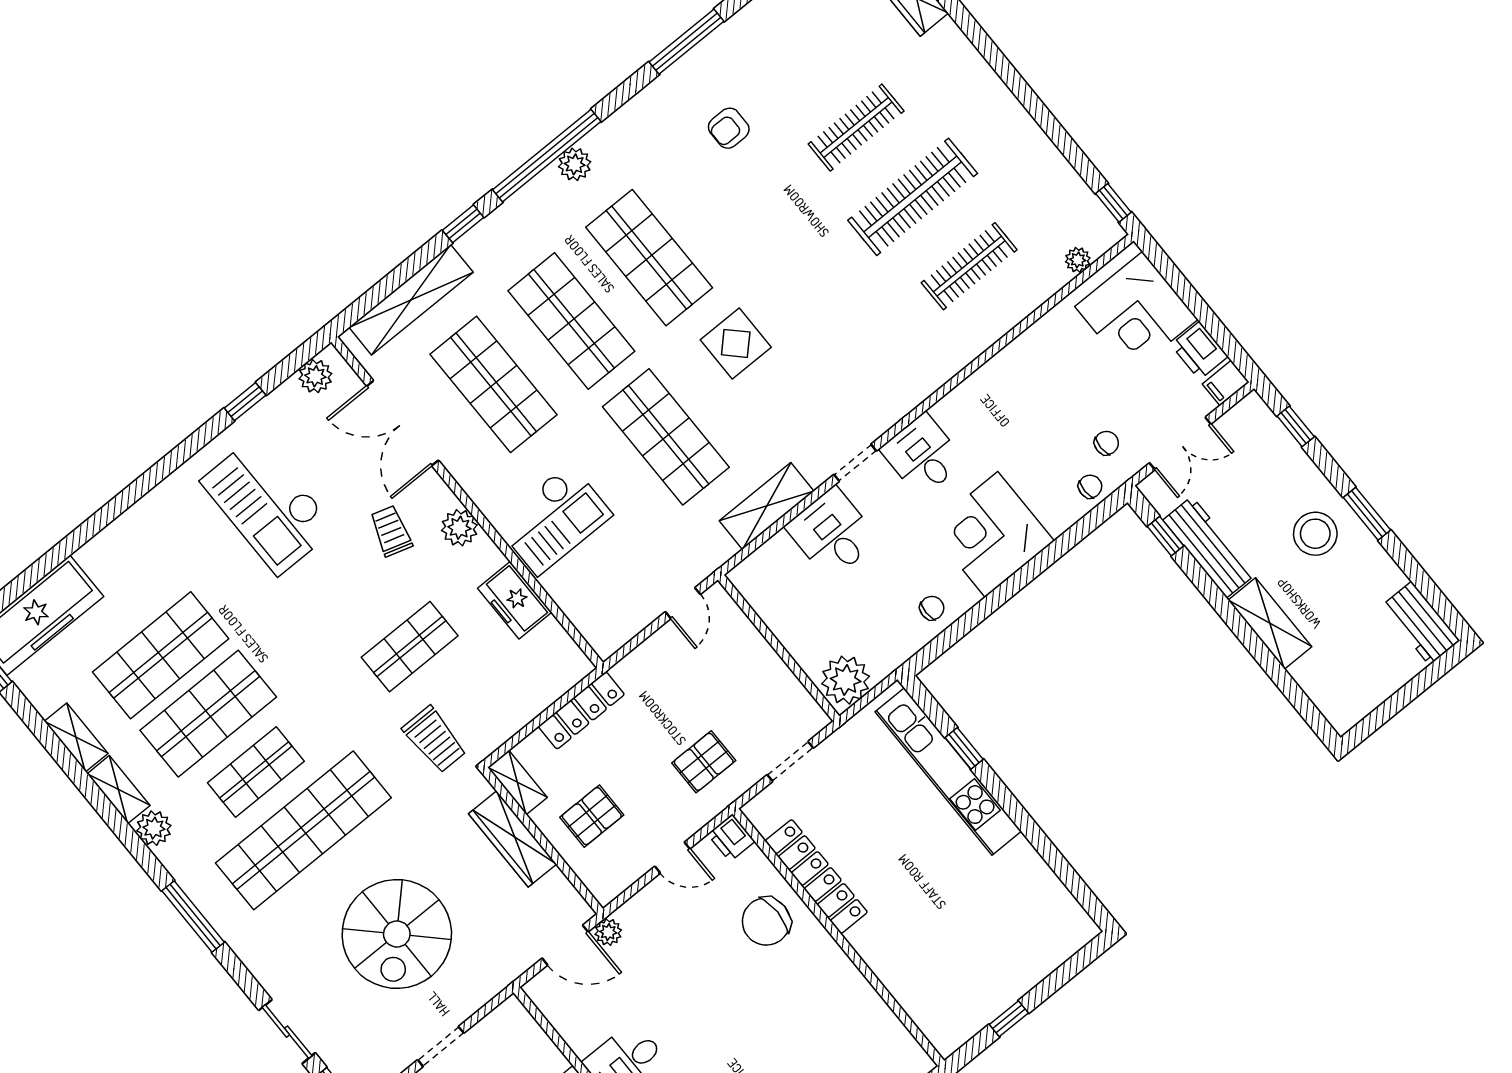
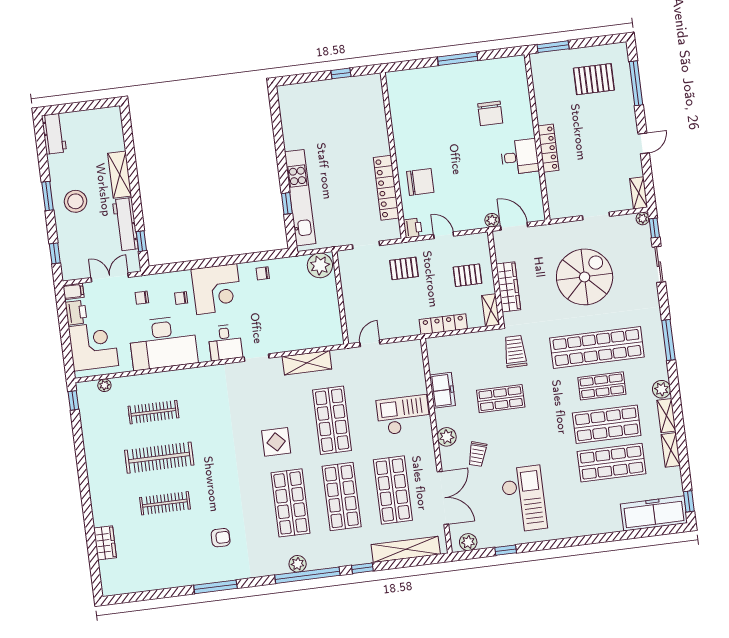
chair: (1090, 487) -> (181, 298), moved
desk: (832, 533) -> (163, 343), moved, width x1.87, depth x1.30

